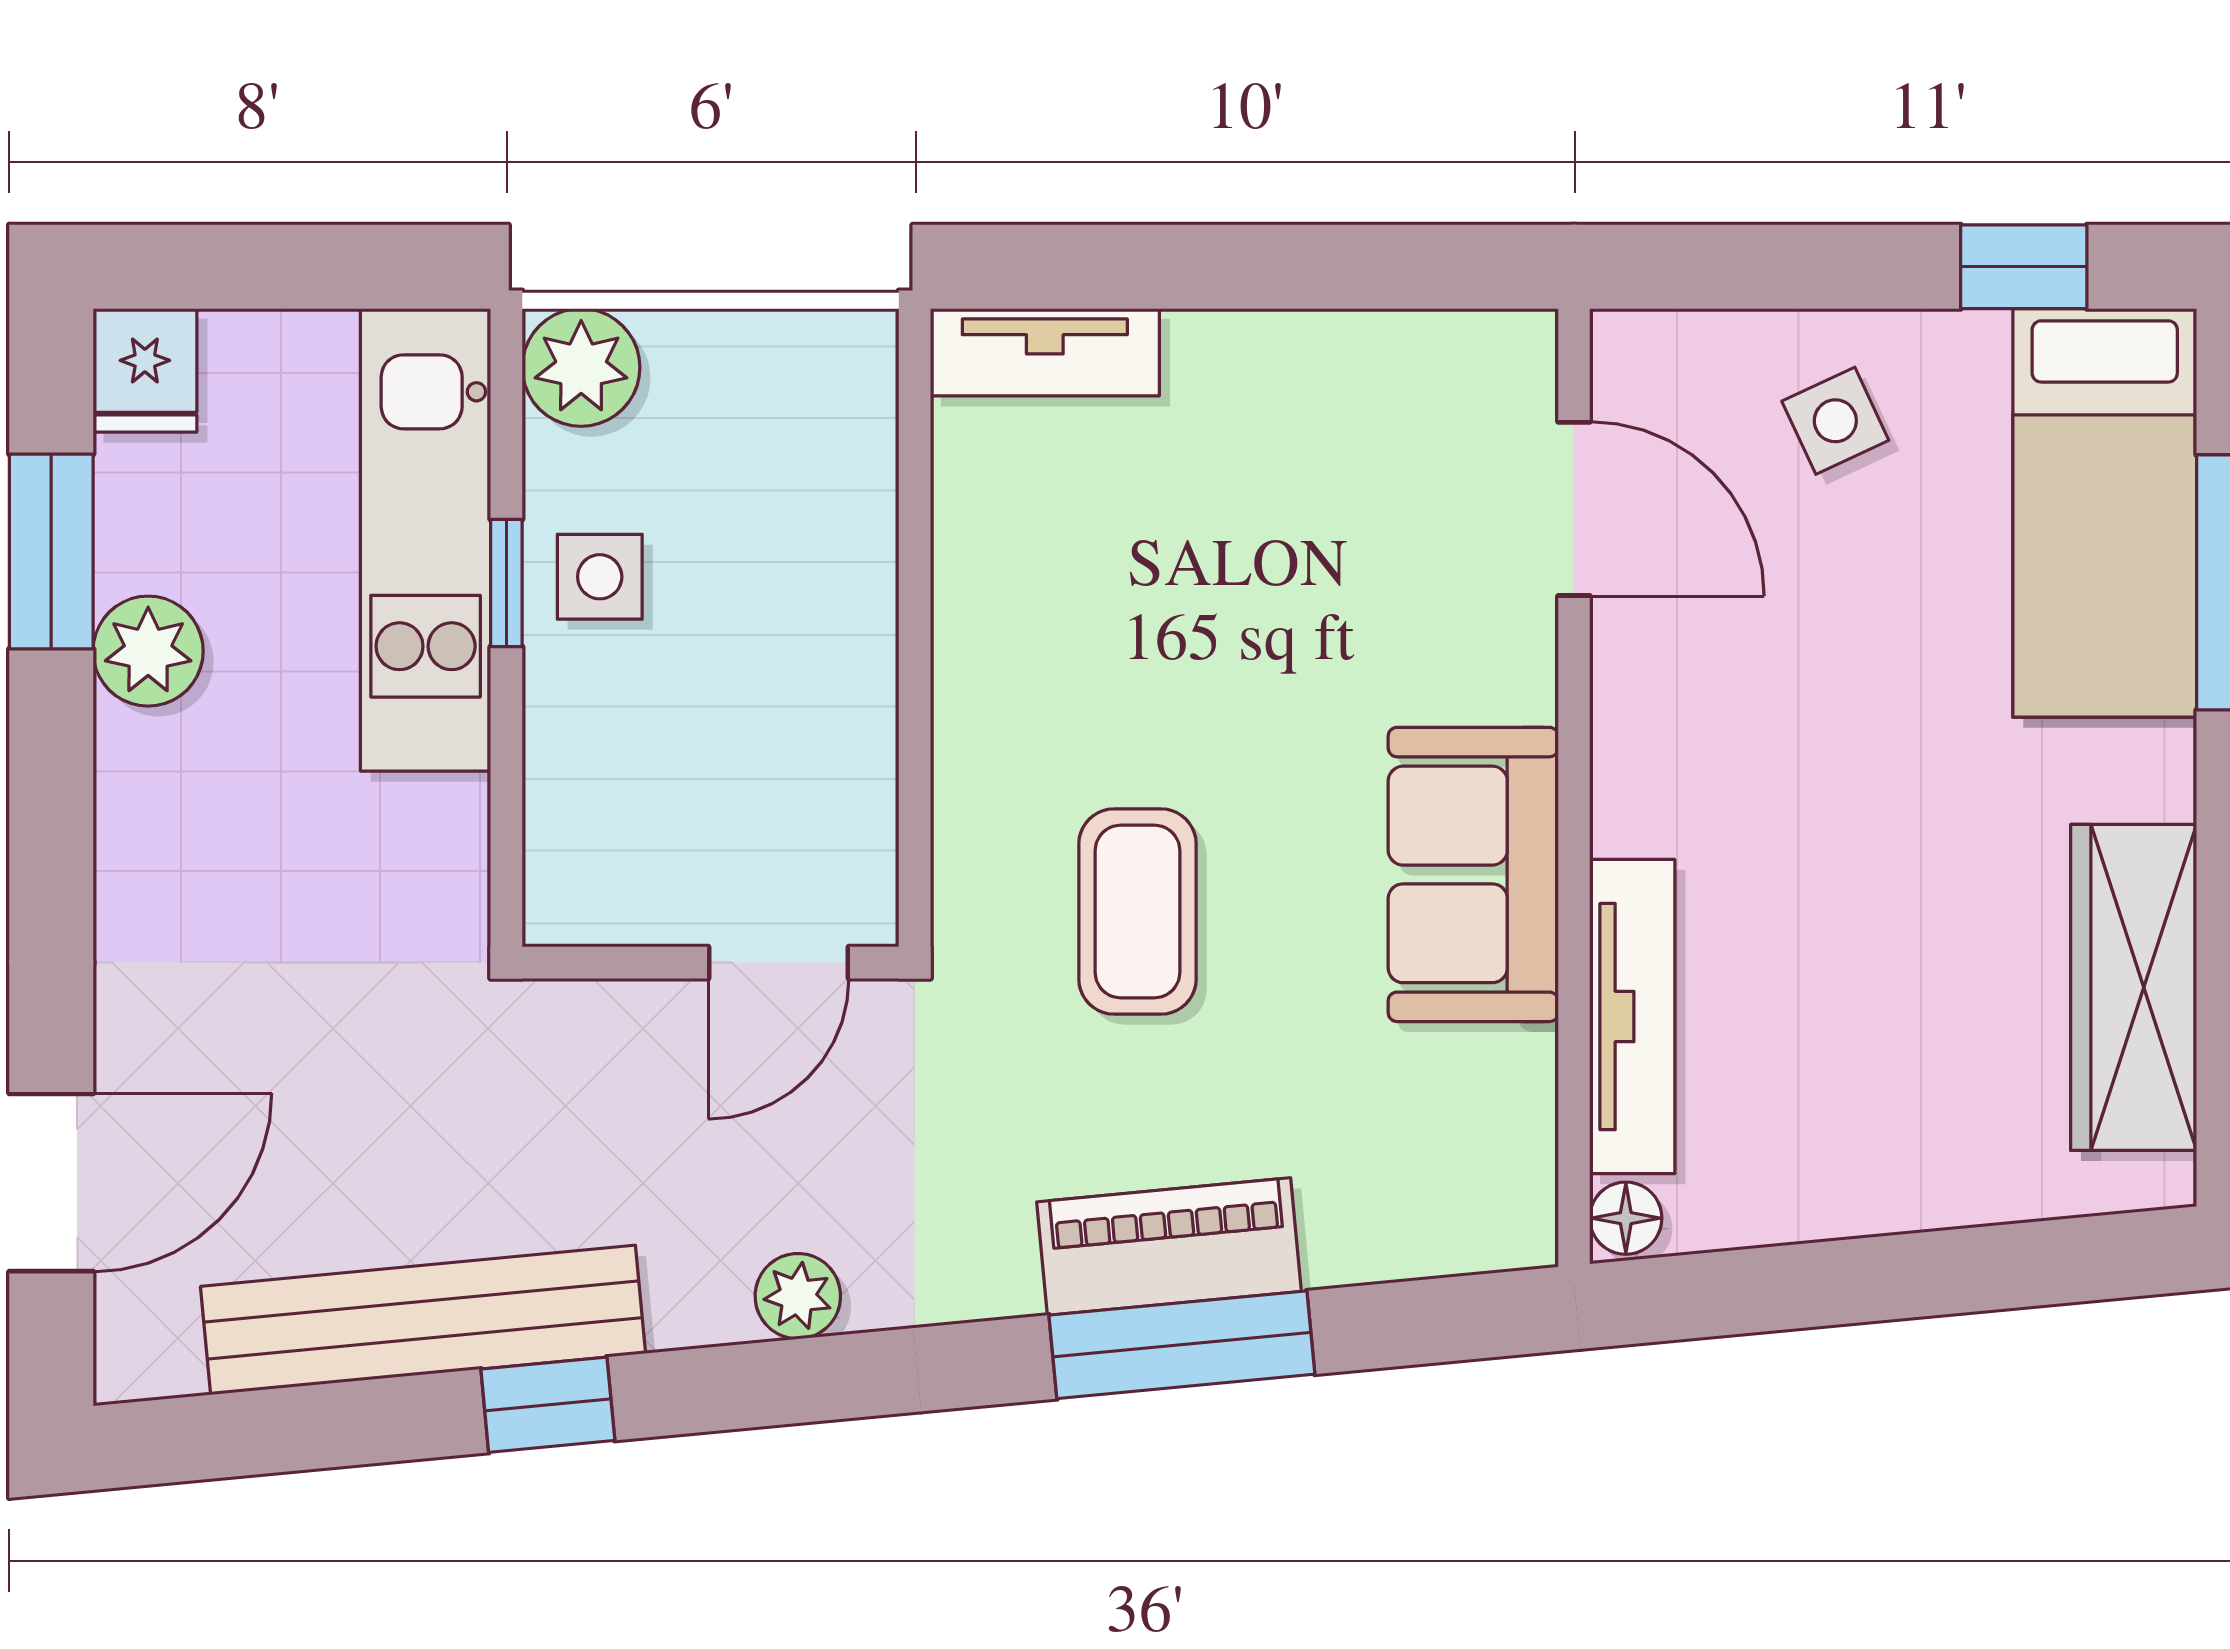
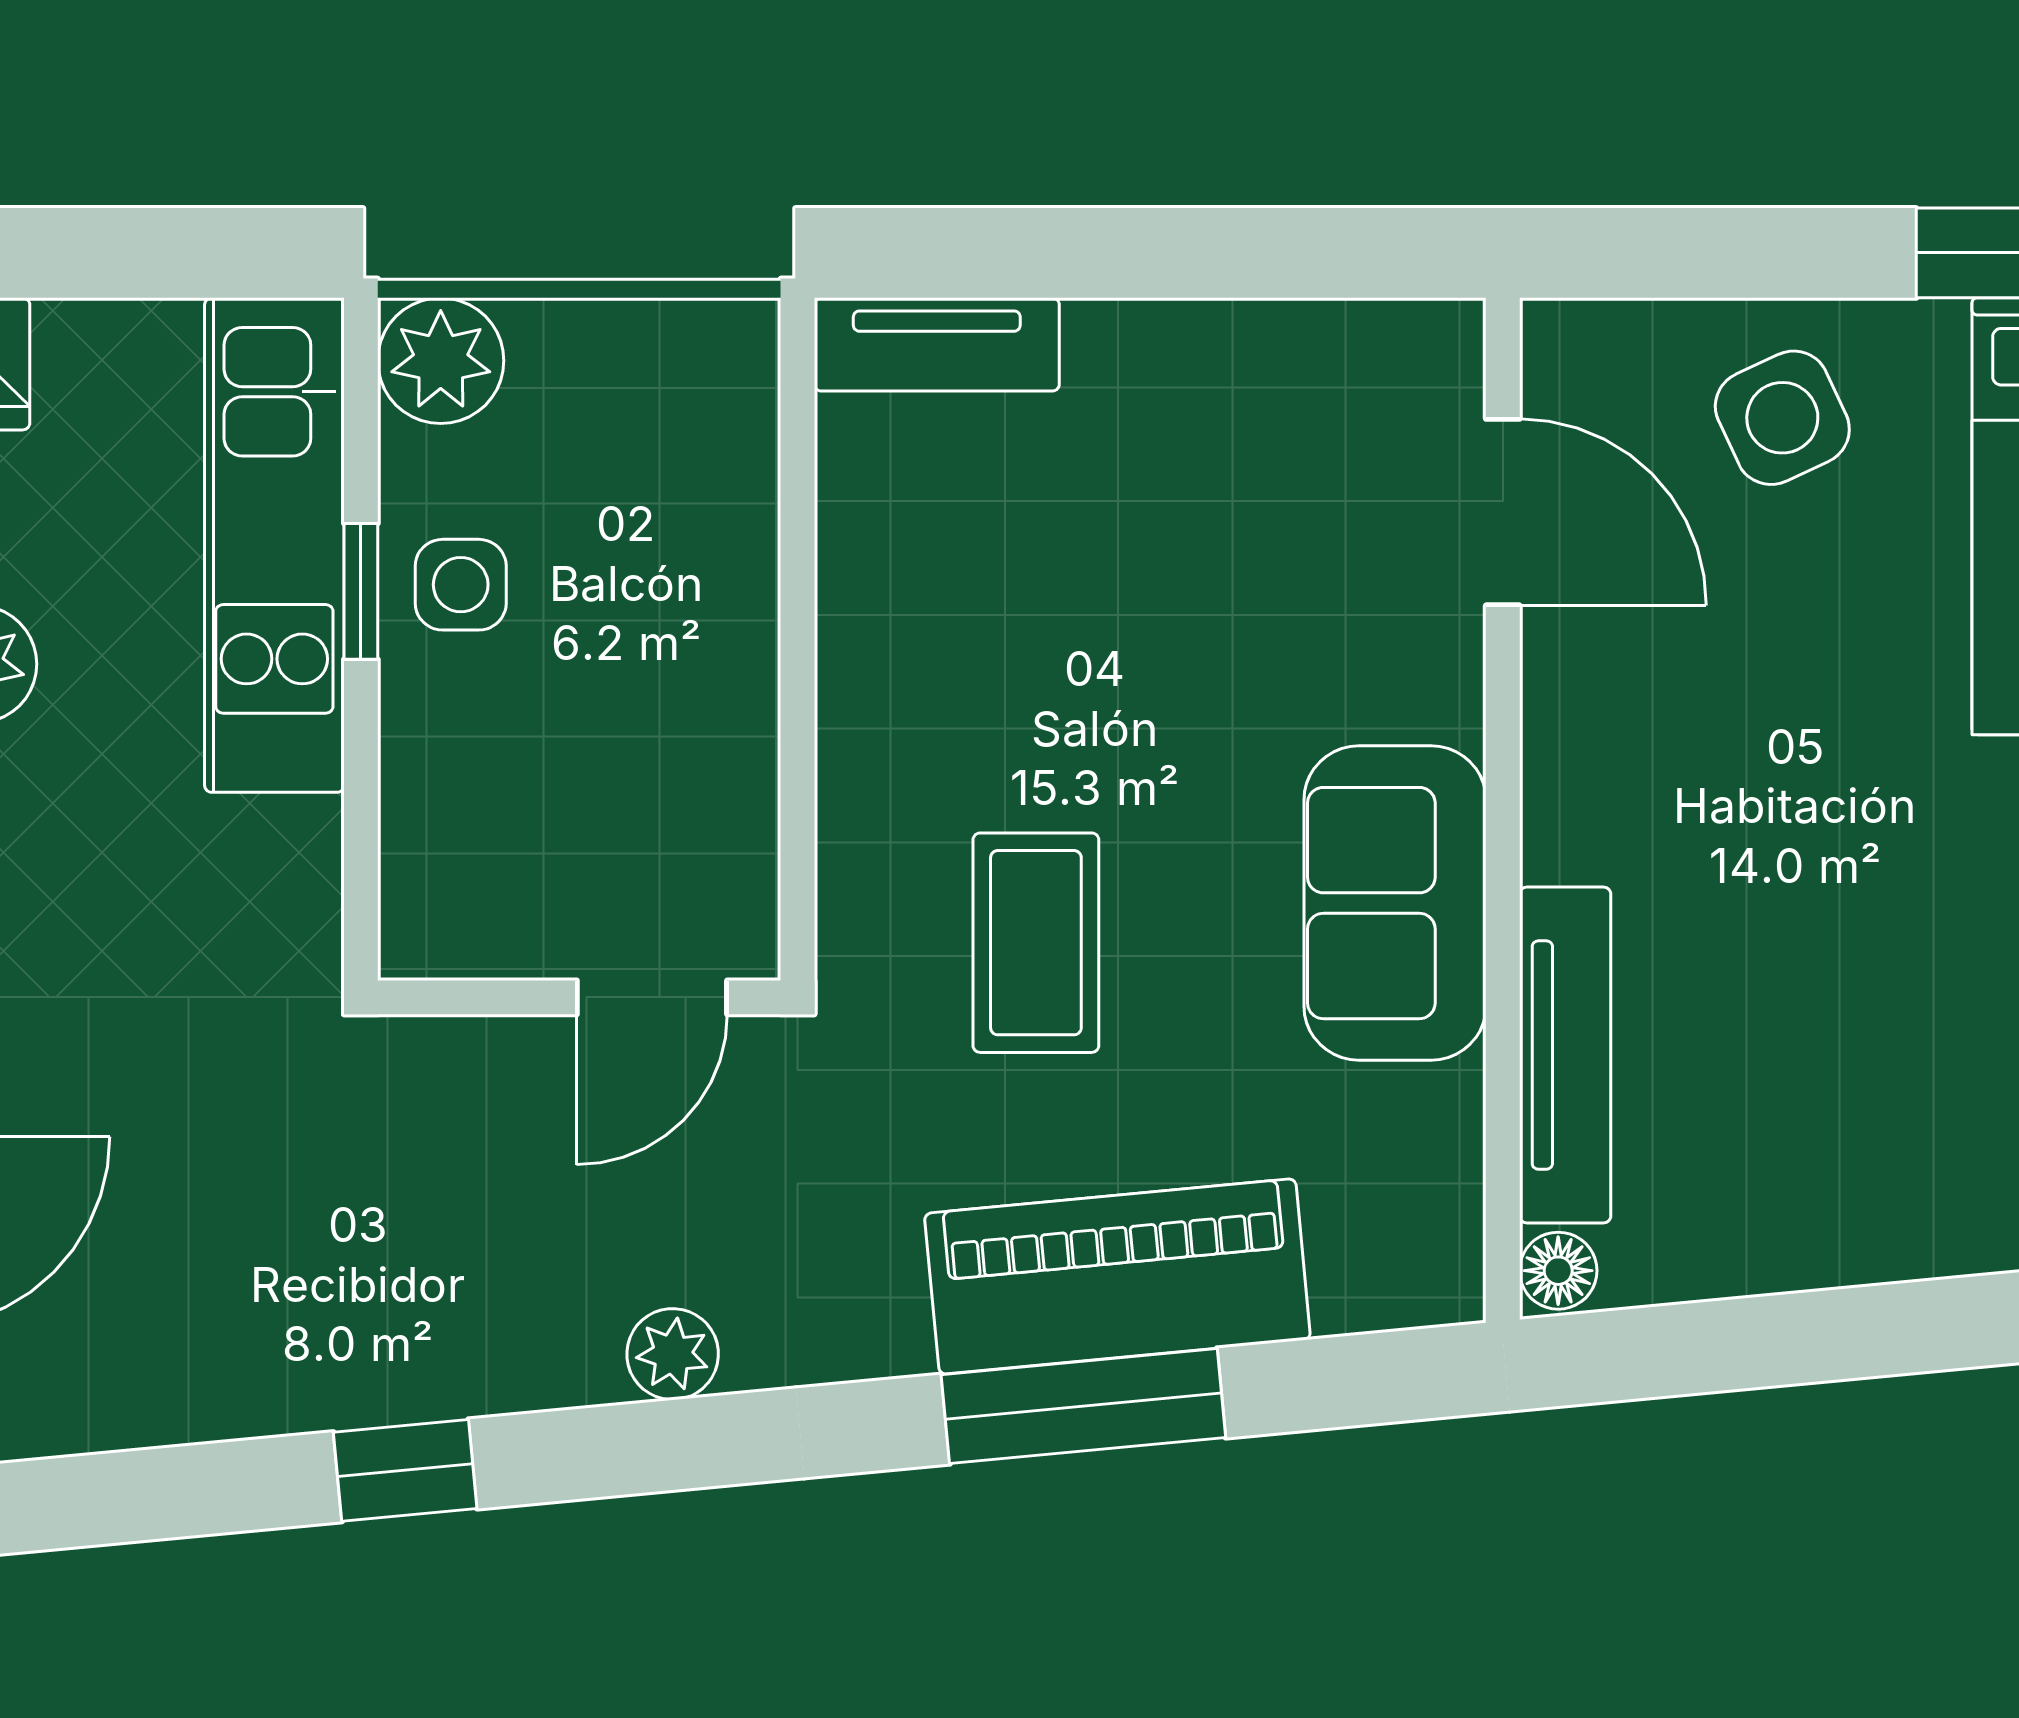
side table: (1835, 421) -> (1782, 418), width x1.37, depth x1.37
piano: (1169, 1247) -> (1117, 1276), width x1.37, depth x1.33
bench: (423, 1320) -> (272, 1380), removed

